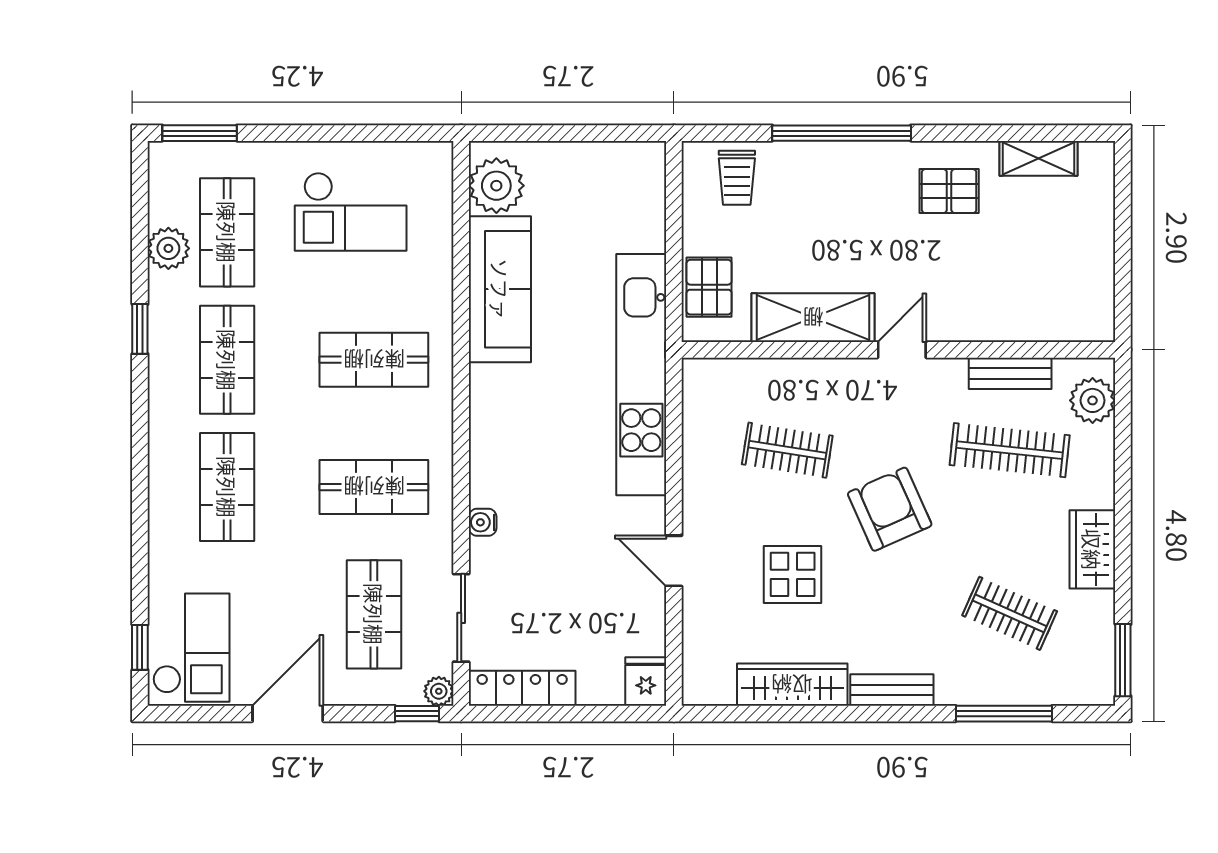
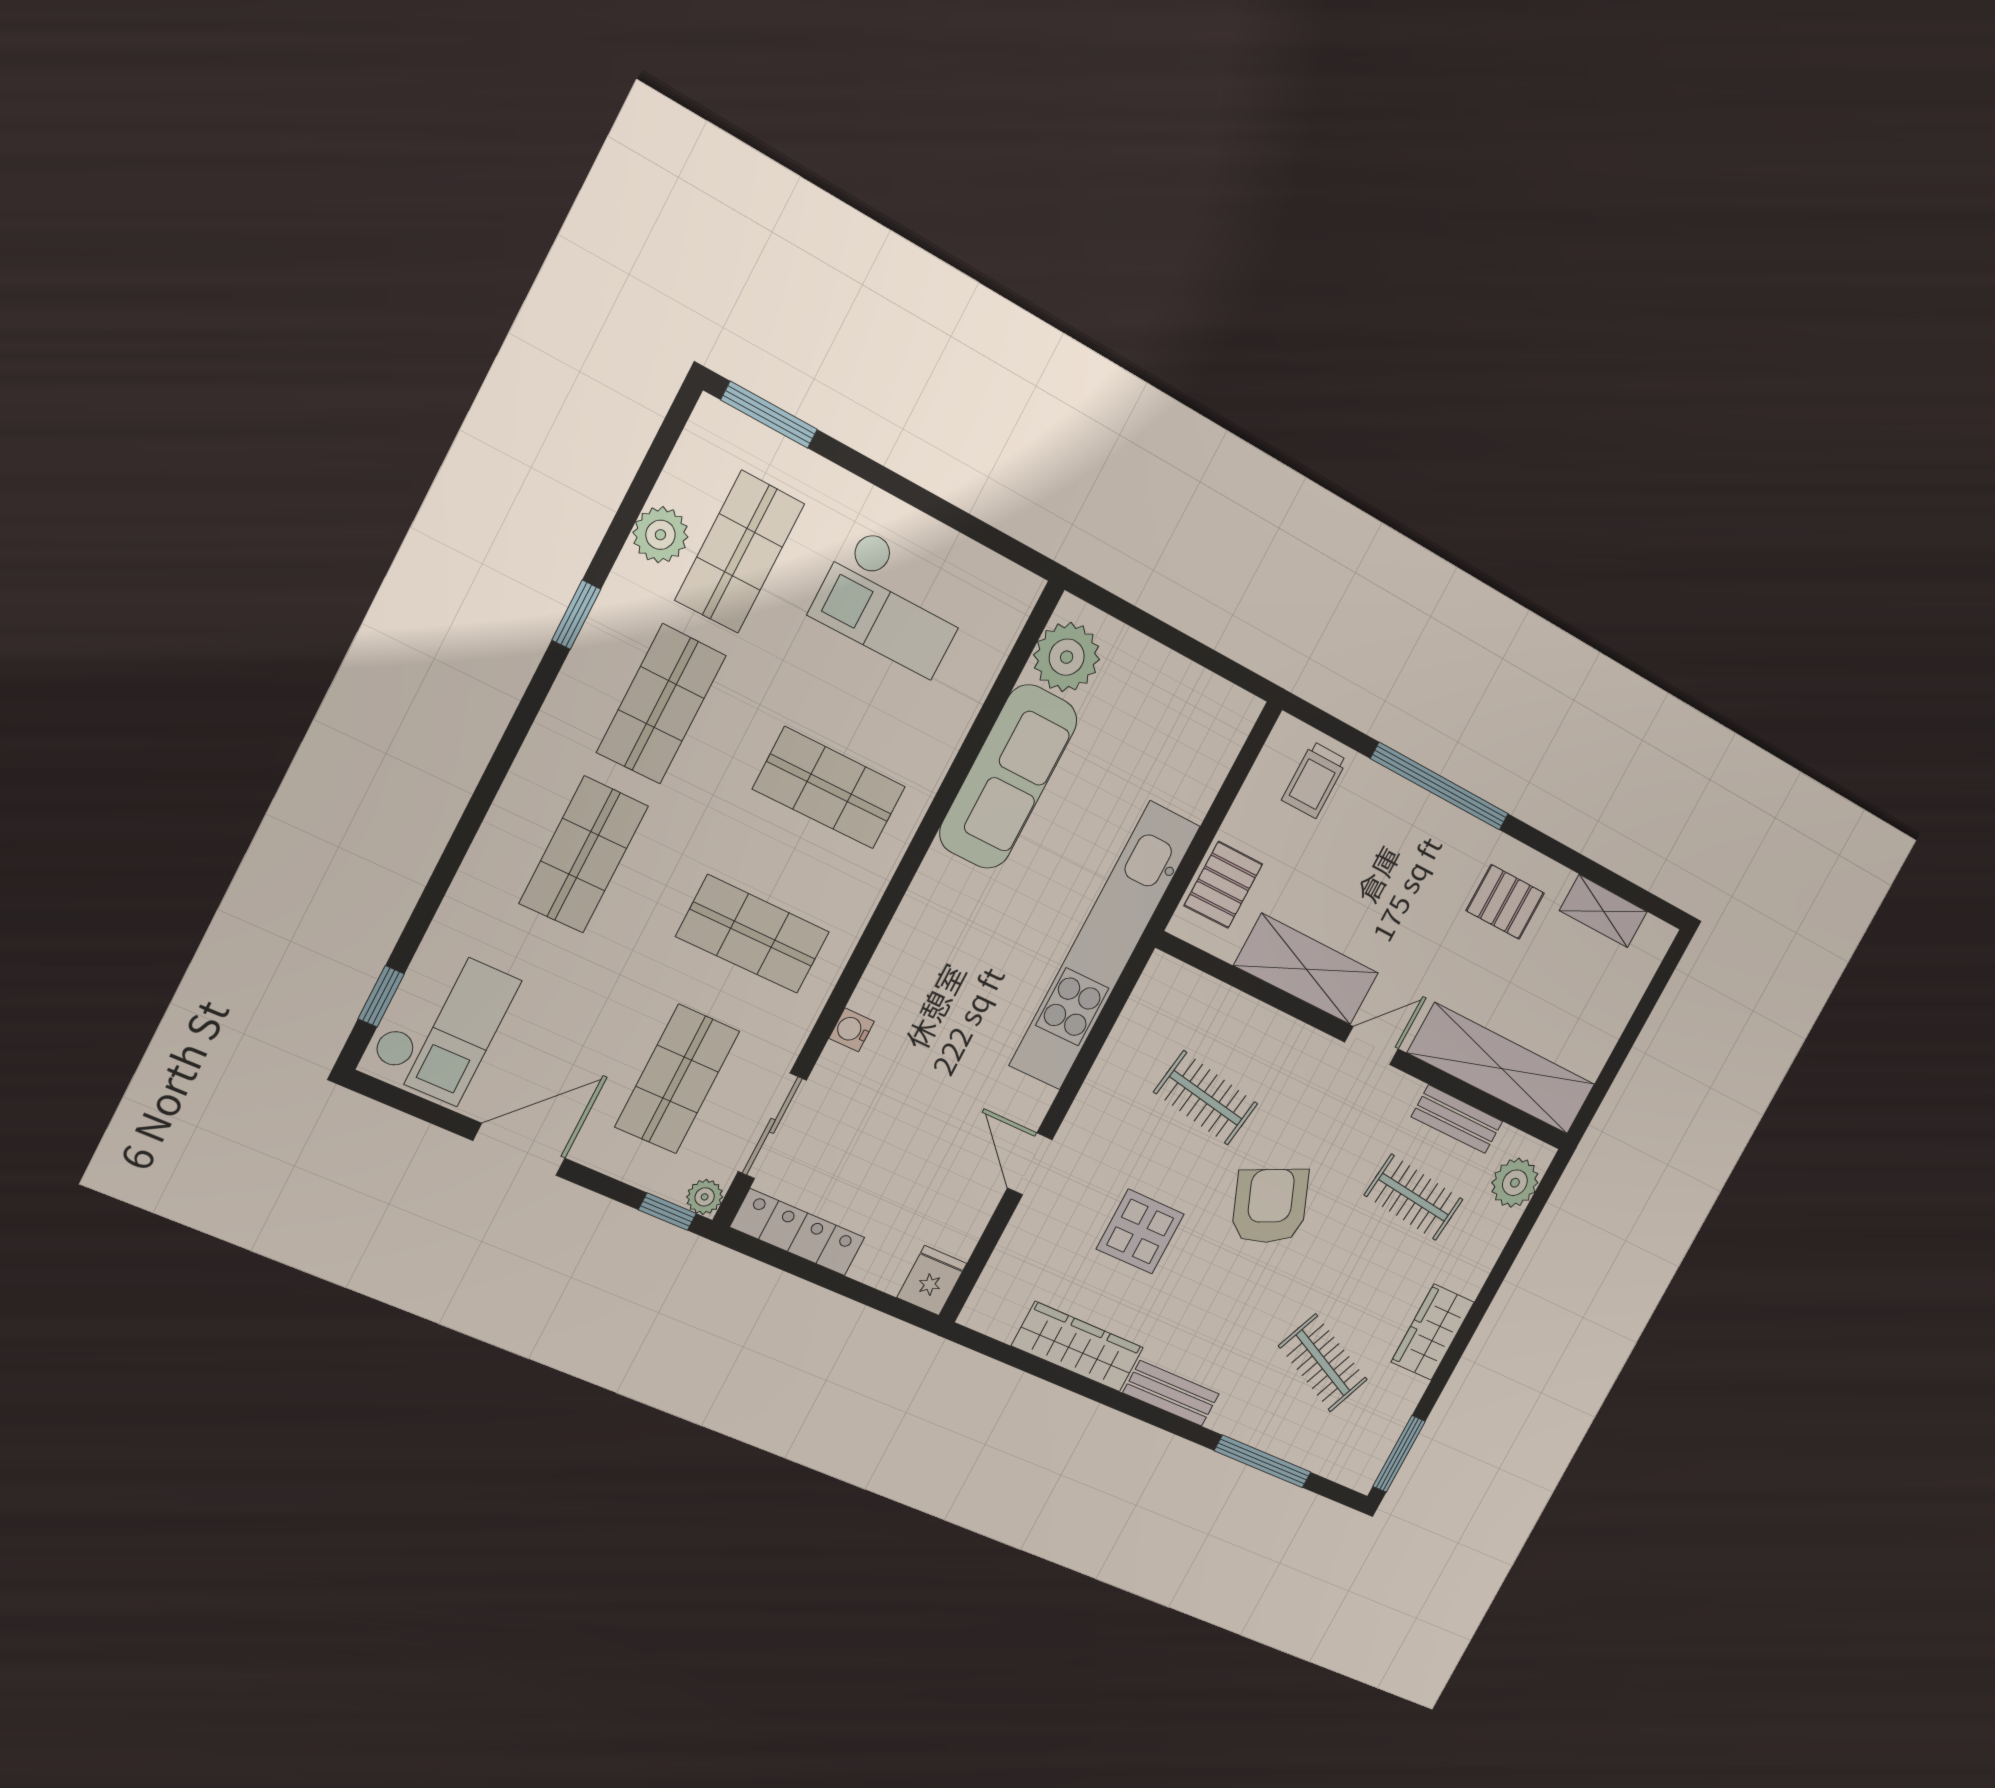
shelving: (1025, 318) -> (1502, 1069), added
clothes rail: (1010, 450) -> (1414, 1197), width x0.73

